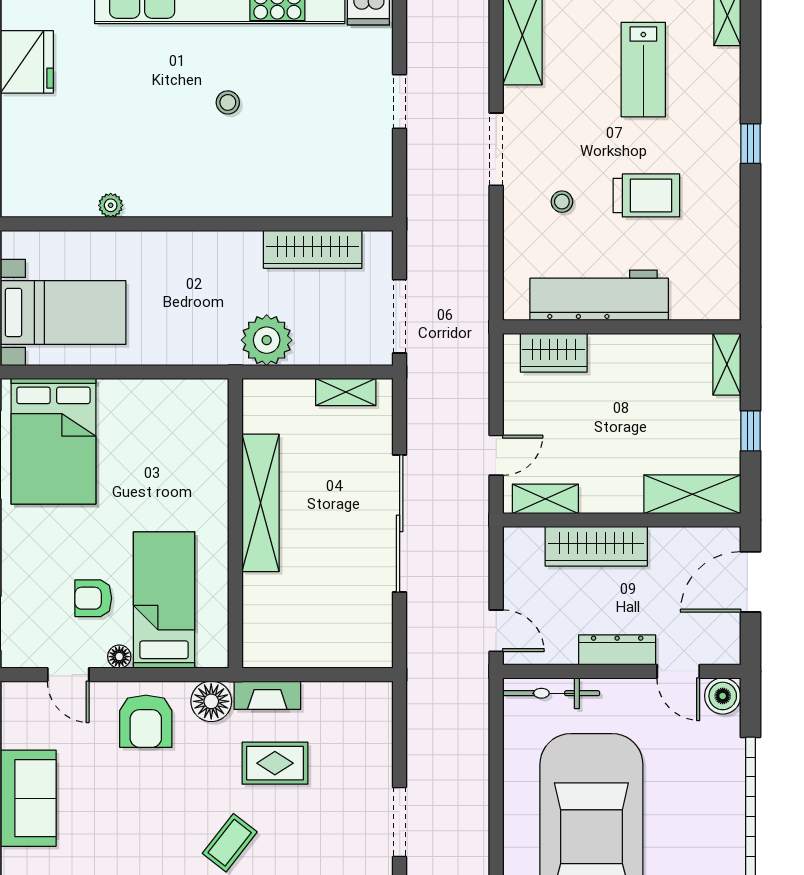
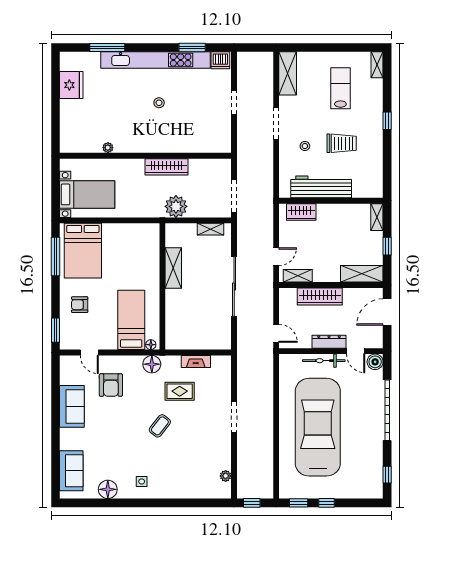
lab bench: (643, 70) -> (340, 88), turned 180
wardrobe: (313, 249) -> (167, 167), moved
shelving: (261, 503) -> (173, 268), width x0.68
armchair: (93, 598) -> (80, 305), moved
floor lamp: (119, 657) -> (151, 345), moved
bicycle: (551, 693) -> (324, 361), moved
fireplace: (267, 695) -> (196, 362), moved
armchair: (146, 721) -> (111, 385), moved

